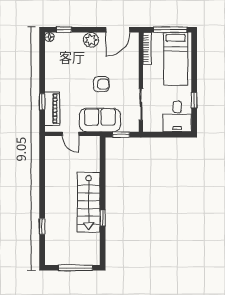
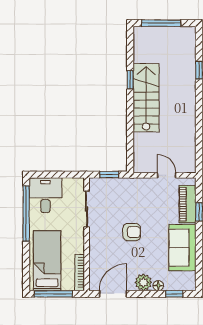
floor lamp: (49, 37) -> (158, 286), moved
armchair: (101, 84) -> (132, 232), turned 180
window: (194, 100) -> (26, 214), width x3.17
sofa: (100, 120) -> (182, 248), moved, turned 90

